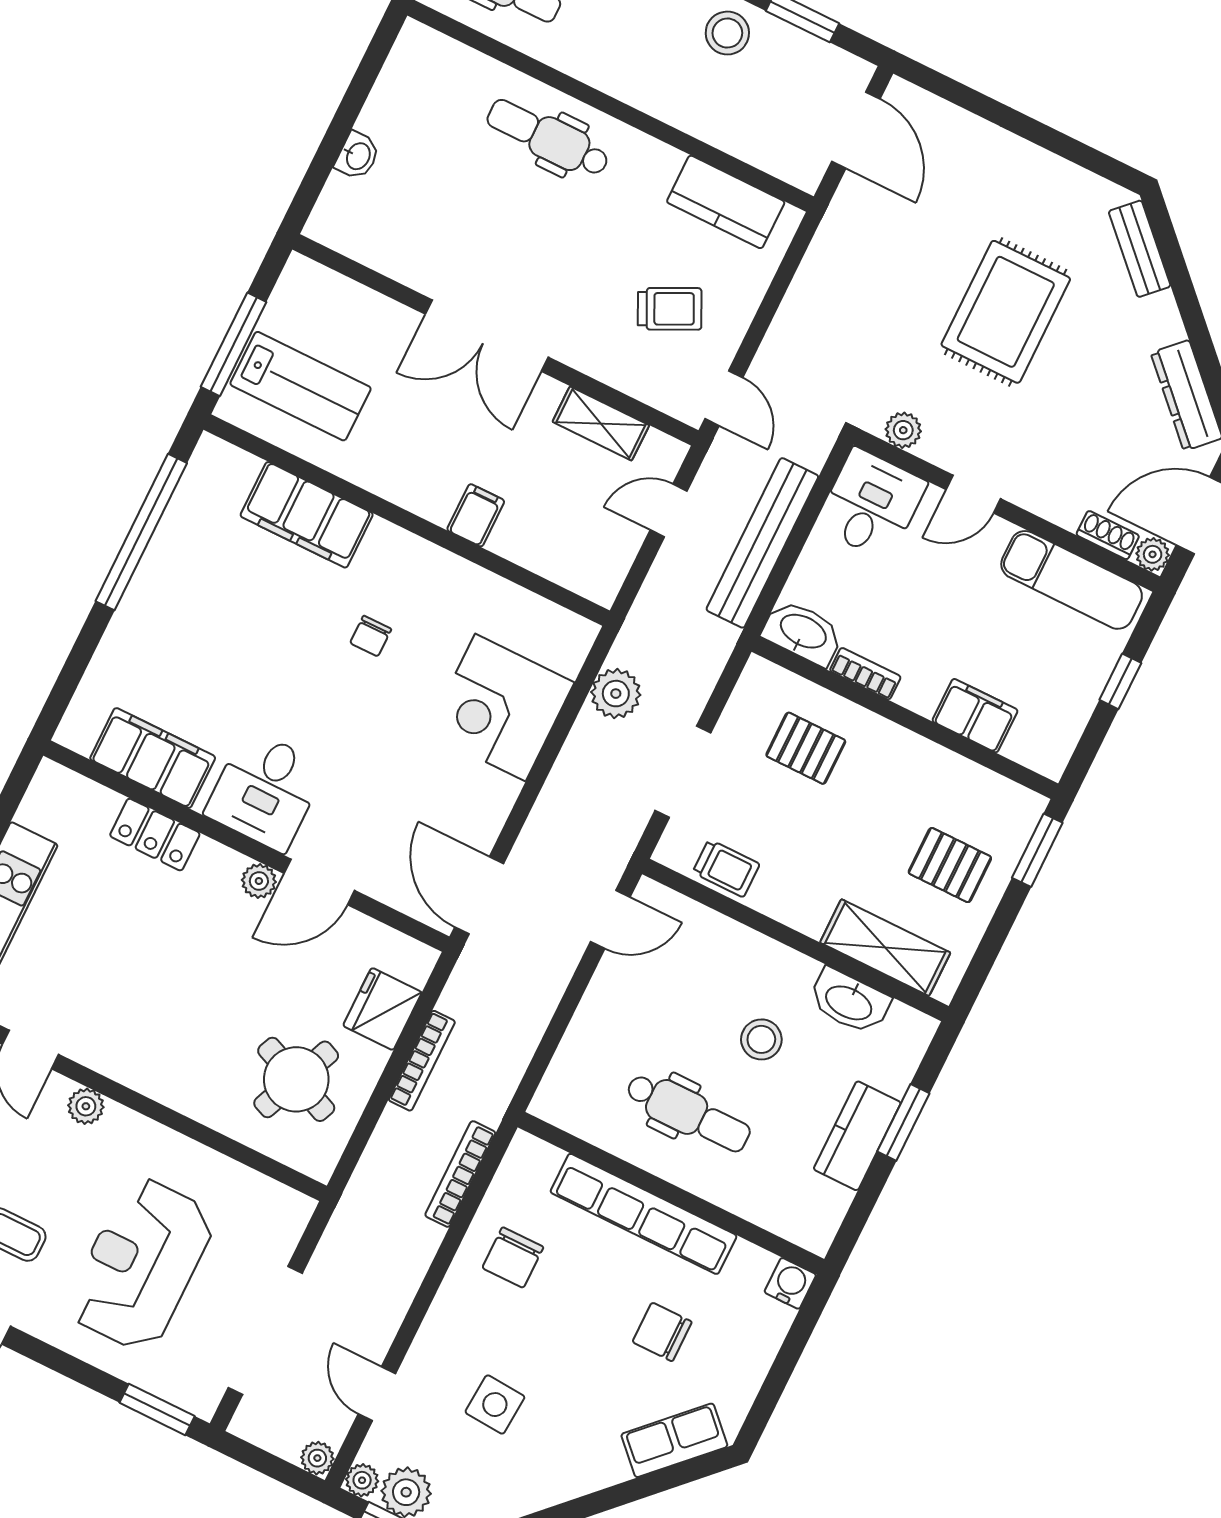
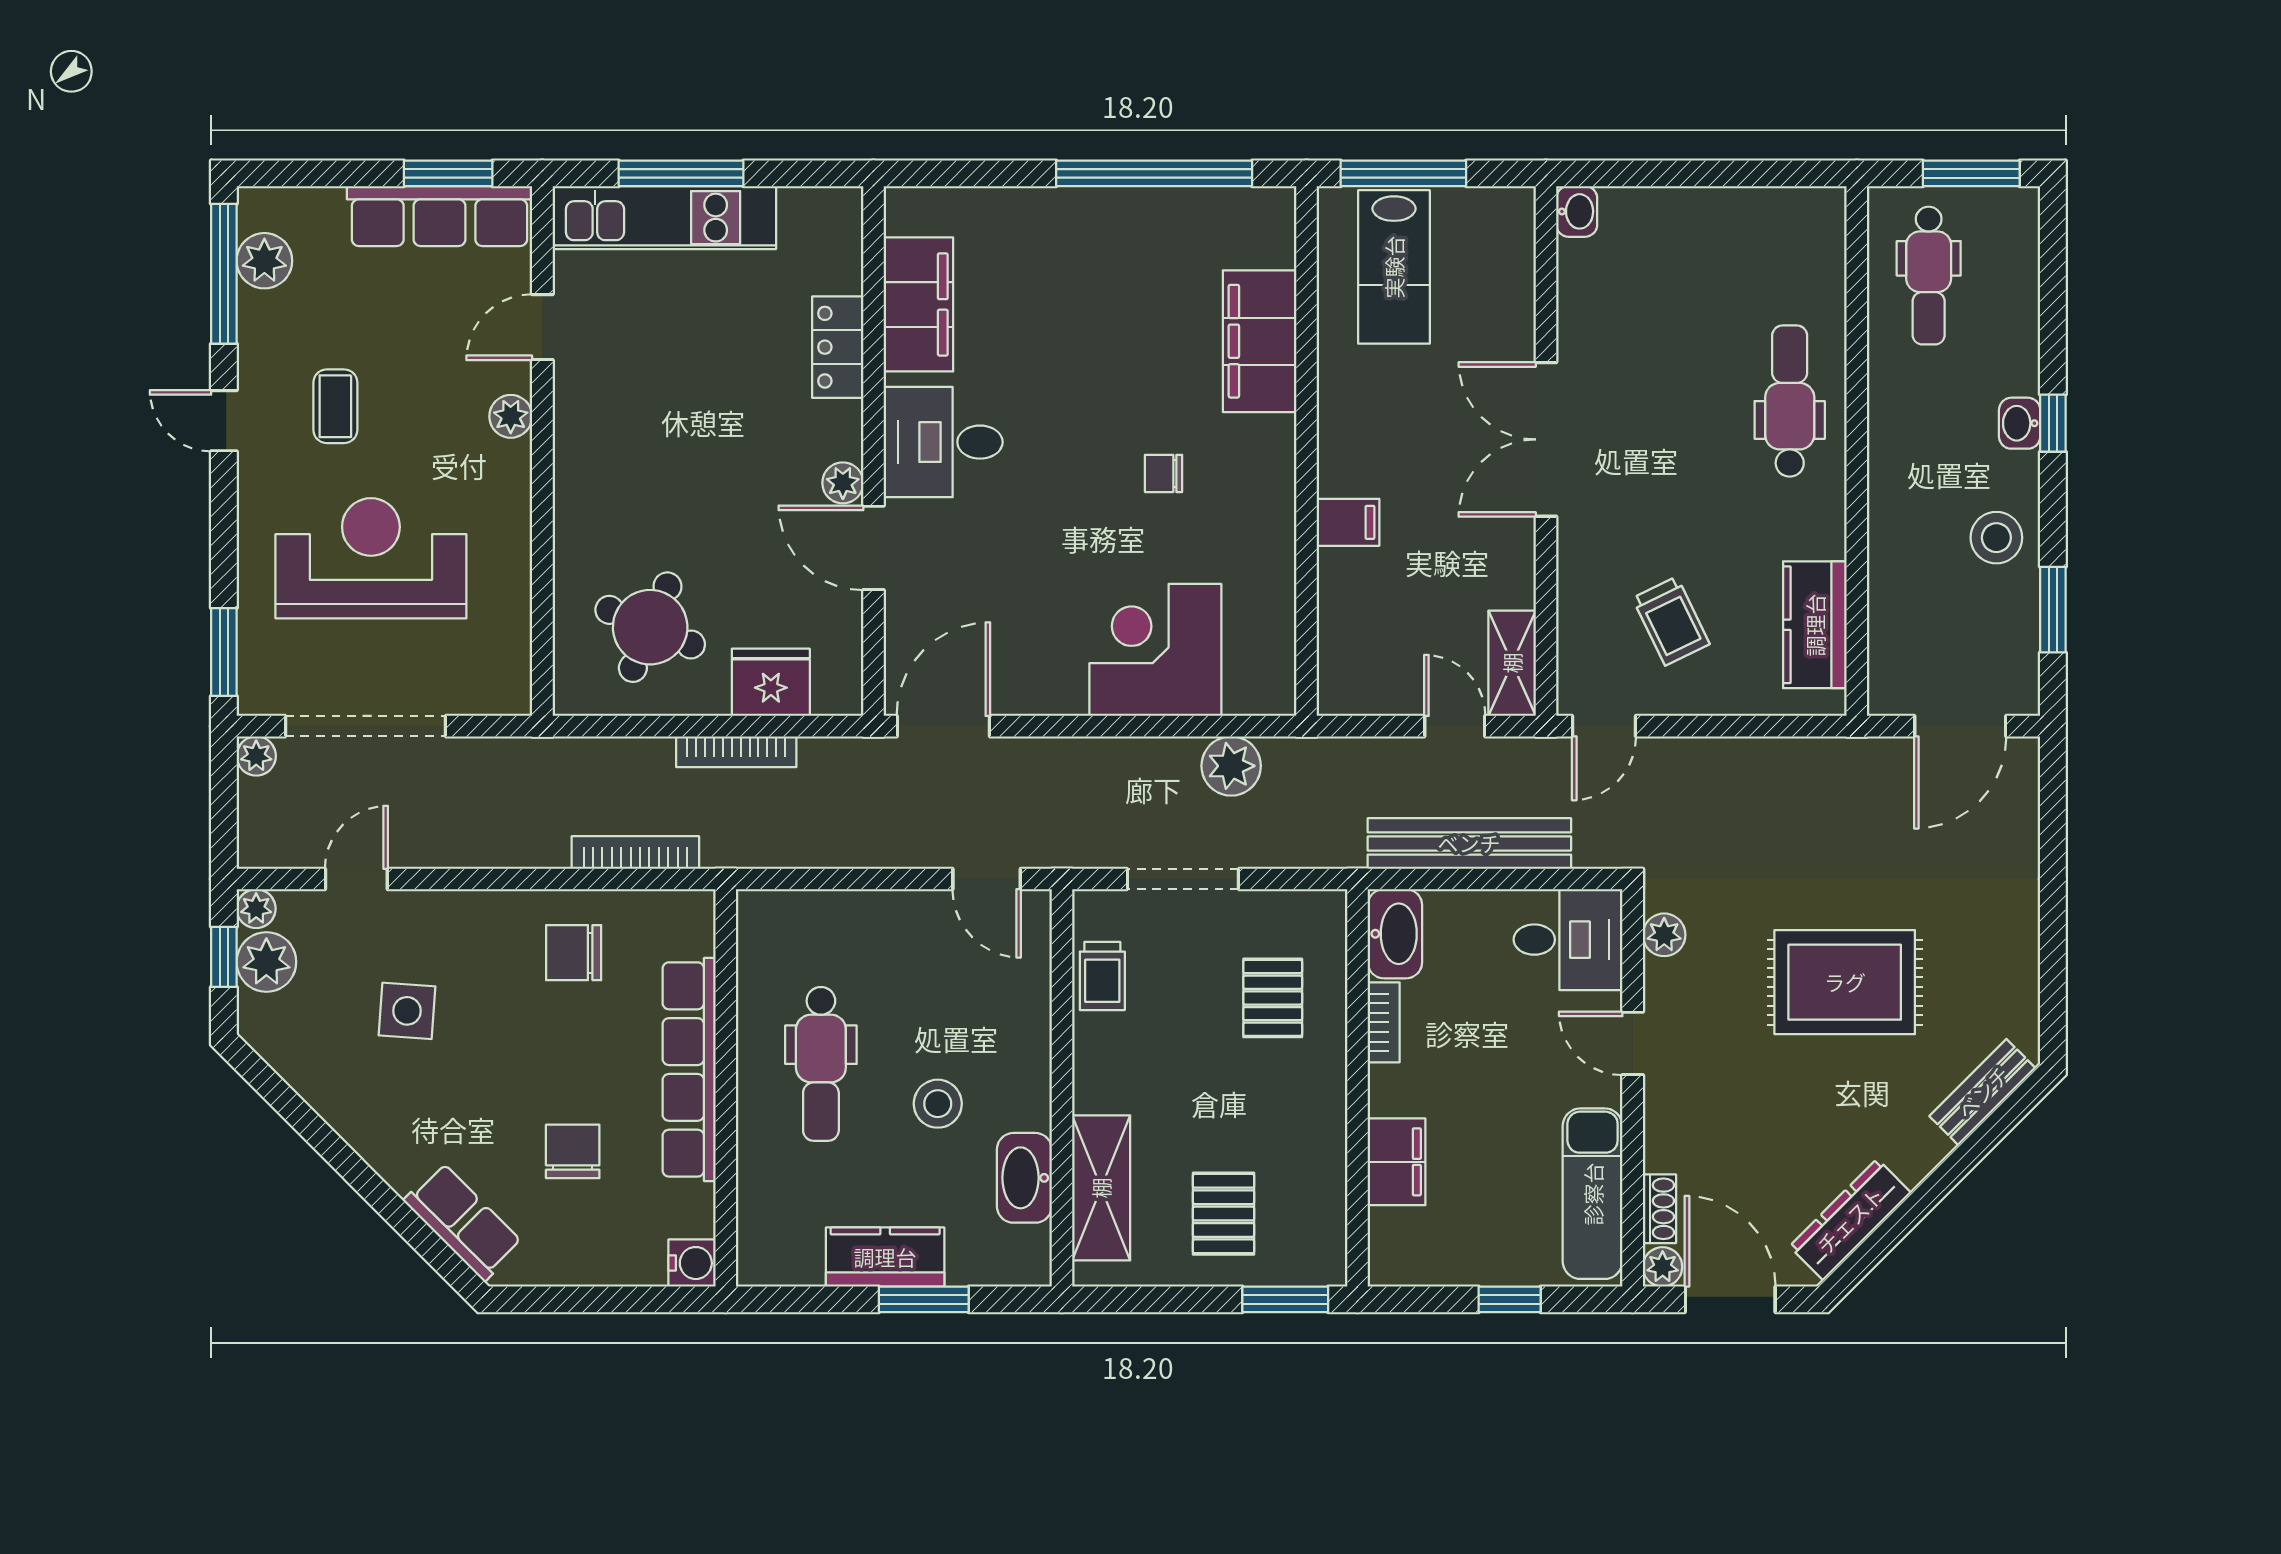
washbasin: (357, 156) -> (1577, 211), moved, turned -90
shelving: (601, 423) -> (1512, 663), moved
plant: (317, 1458) -> (256, 756), moved

